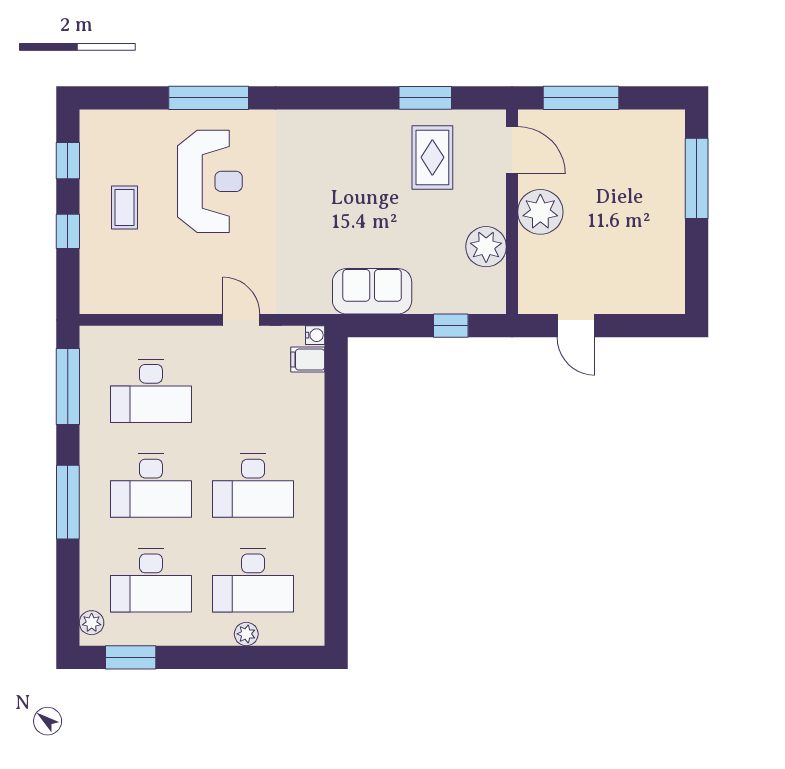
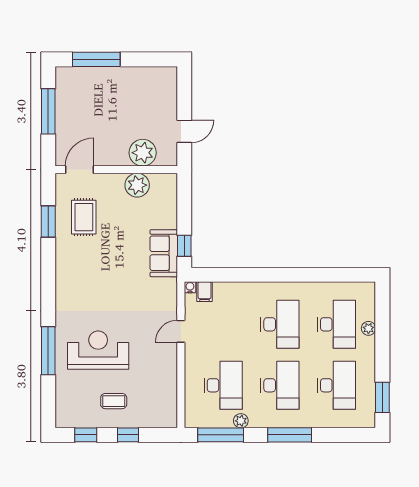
window: (581, 98) -> (48, 111), moved
rug: (432, 157) -> (84, 217), turned 90
plant: (540, 212) -> (143, 153), moved
window: (451, 326) -> (184, 246), moved
plant: (92, 623) -> (241, 421), moved

